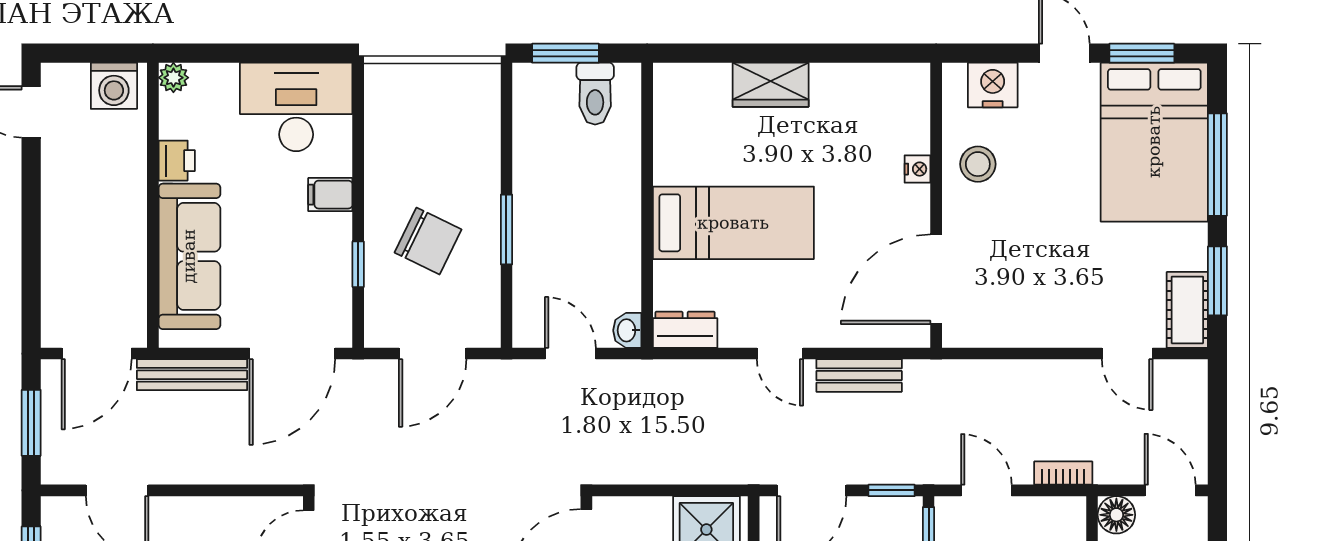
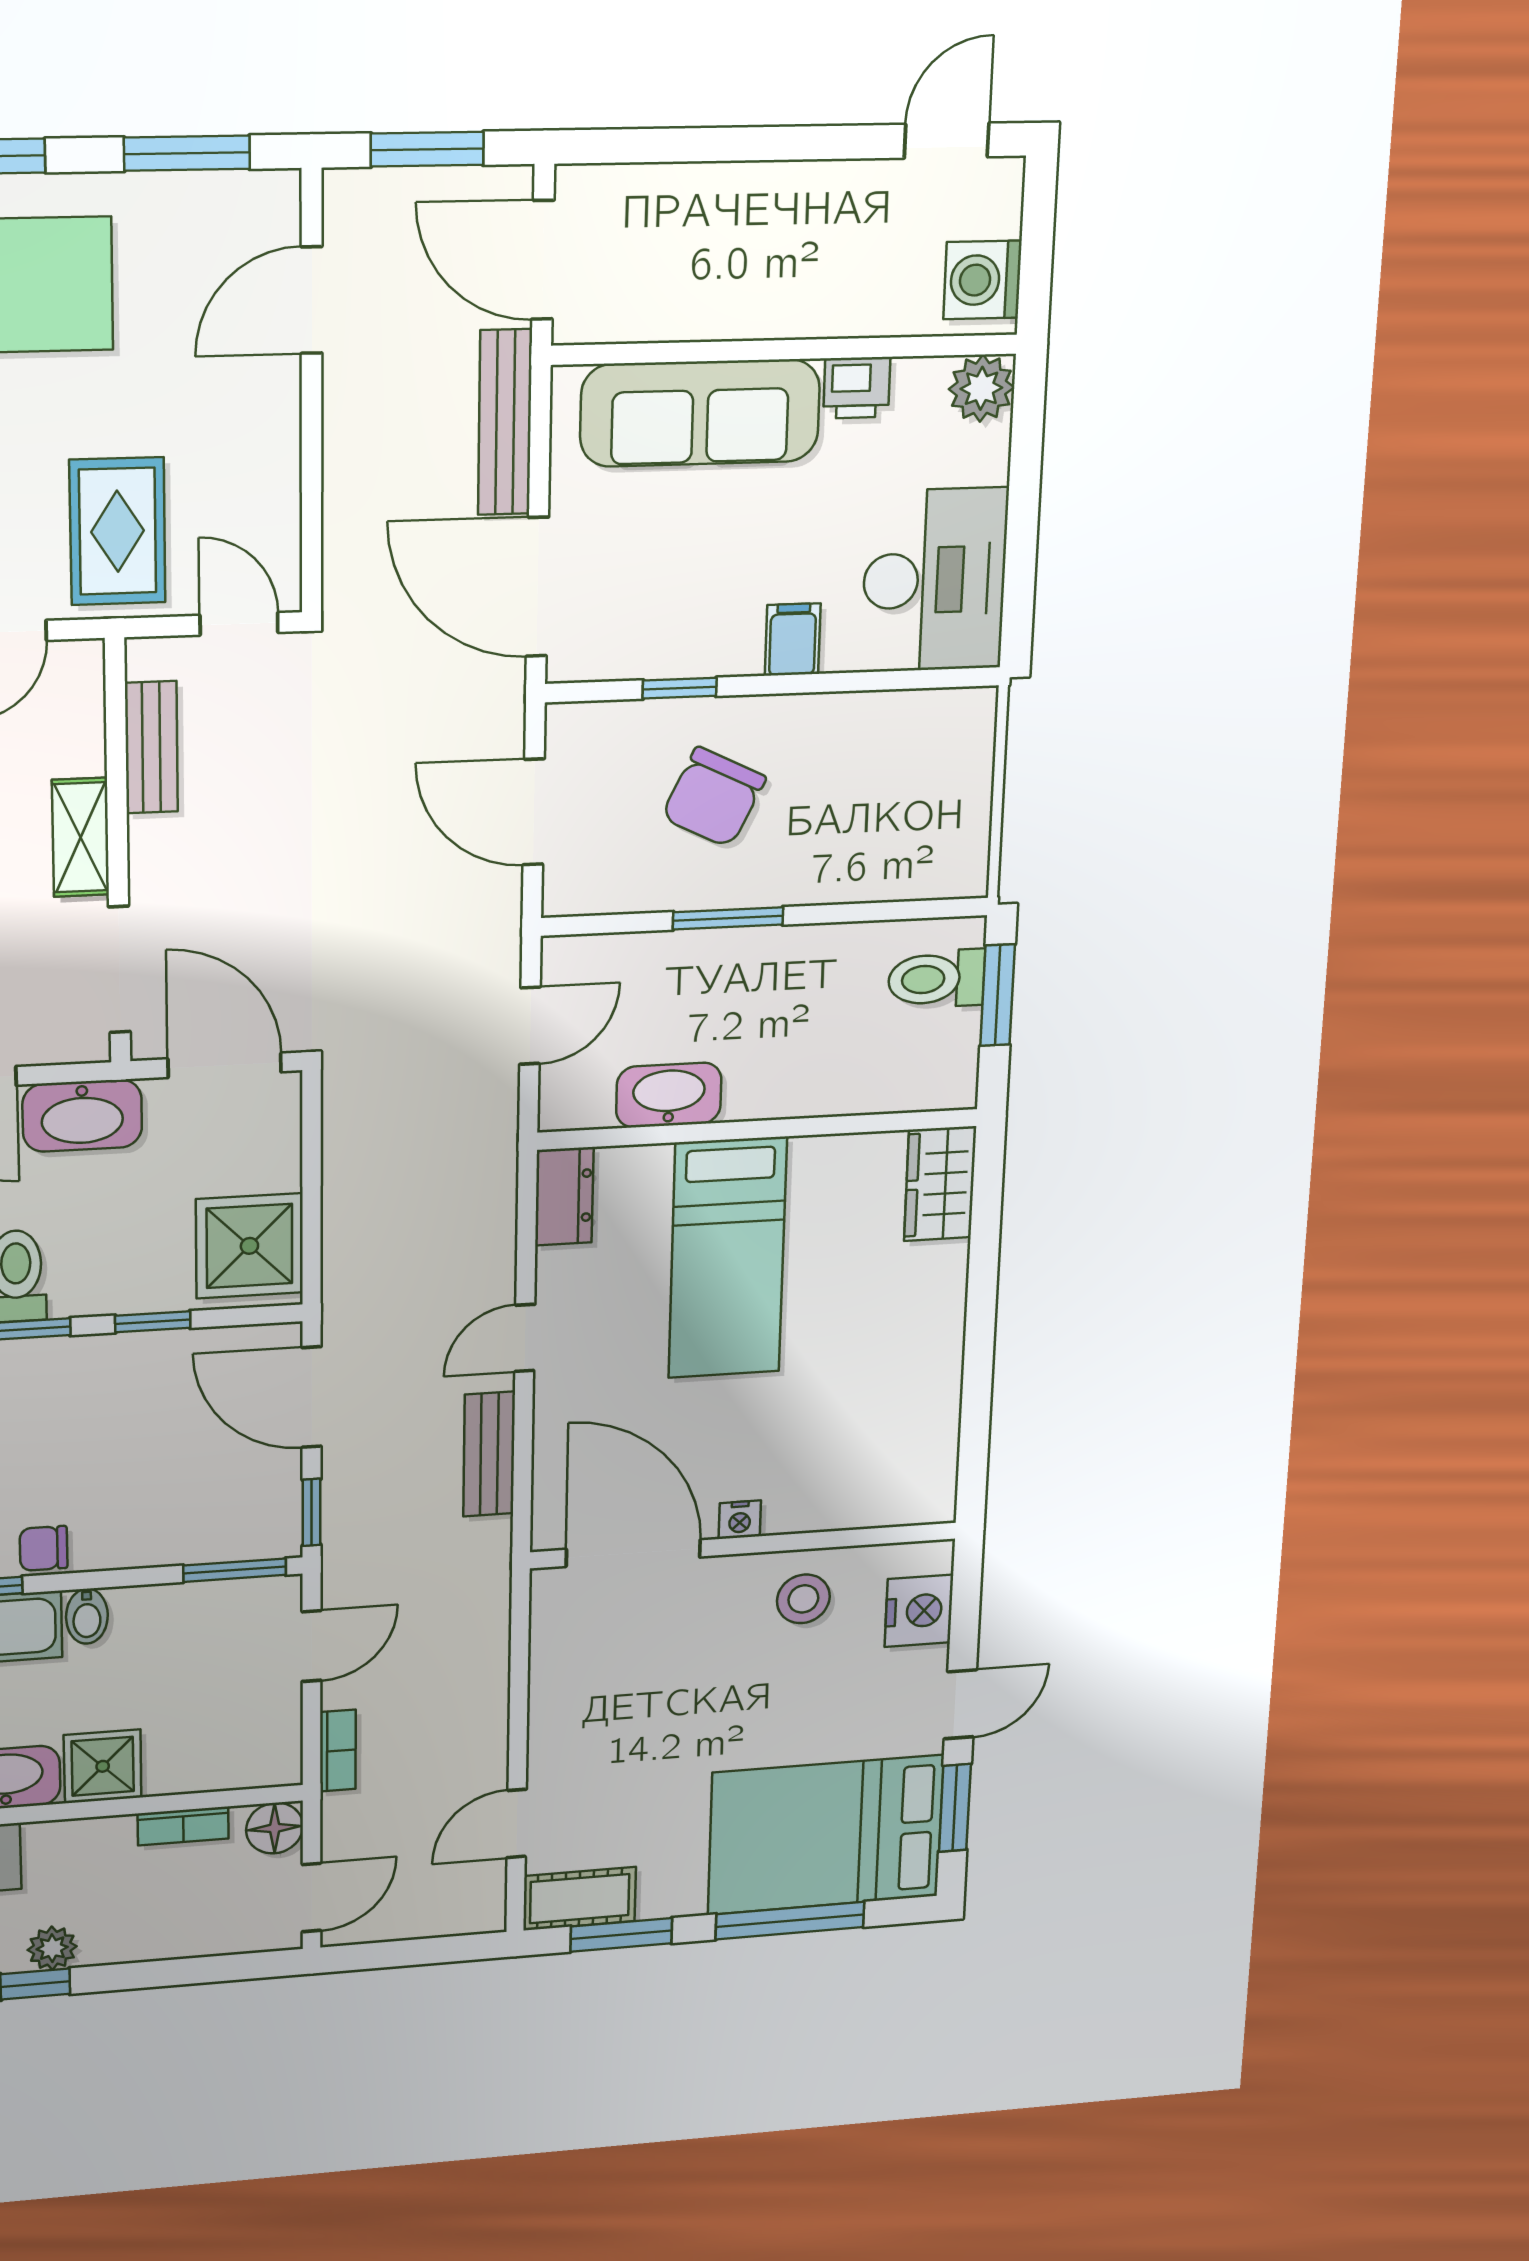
plant: (173, 78) -> (981, 388), width x1.38, depth x1.38
wardrobe: (771, 85) -> (940, 1184), moved
toilet: (595, 94) -> (936, 979), moved
nightstand: (917, 169) -> (740, 1520), moved
washbasin: (627, 330) -> (669, 1095), moved, width x1.91, depth x1.45

